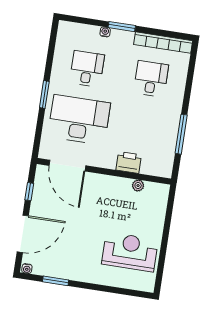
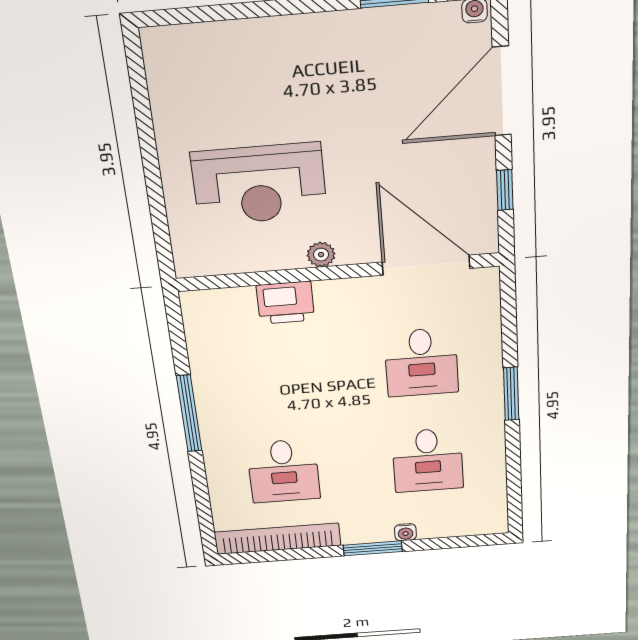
desk: (79, 120) -> (421, 362), width x0.53, depth x0.77
window: (181, 134) -> (189, 414), moved
plant: (138, 186) -> (321, 255), moved
reception desk: (130, 252) -> (259, 184), moved

